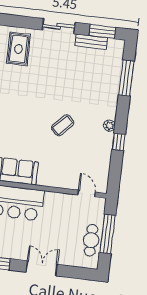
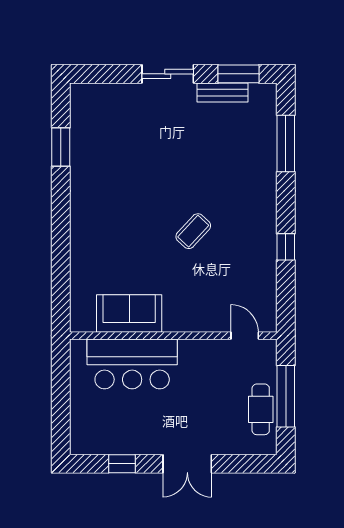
rug: (18, 49) -> (108, 118), removed
plant: (109, 126) -> (268, 223), removed
double door: (42, 268) -> (187, 464), swing flipped

